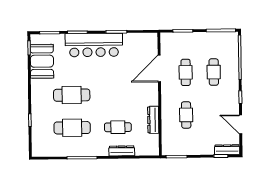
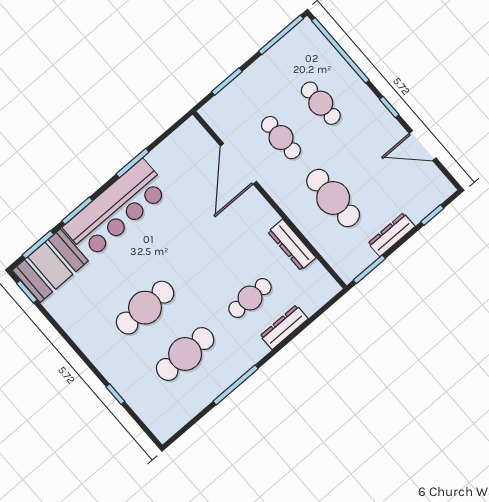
booth: (42, 61) -> (50, 266), moved, turned 90
cafe table: (186, 115) -> (333, 198), width x1.37, depth x1.35
dresser: (227, 150) -> (392, 235), moved

